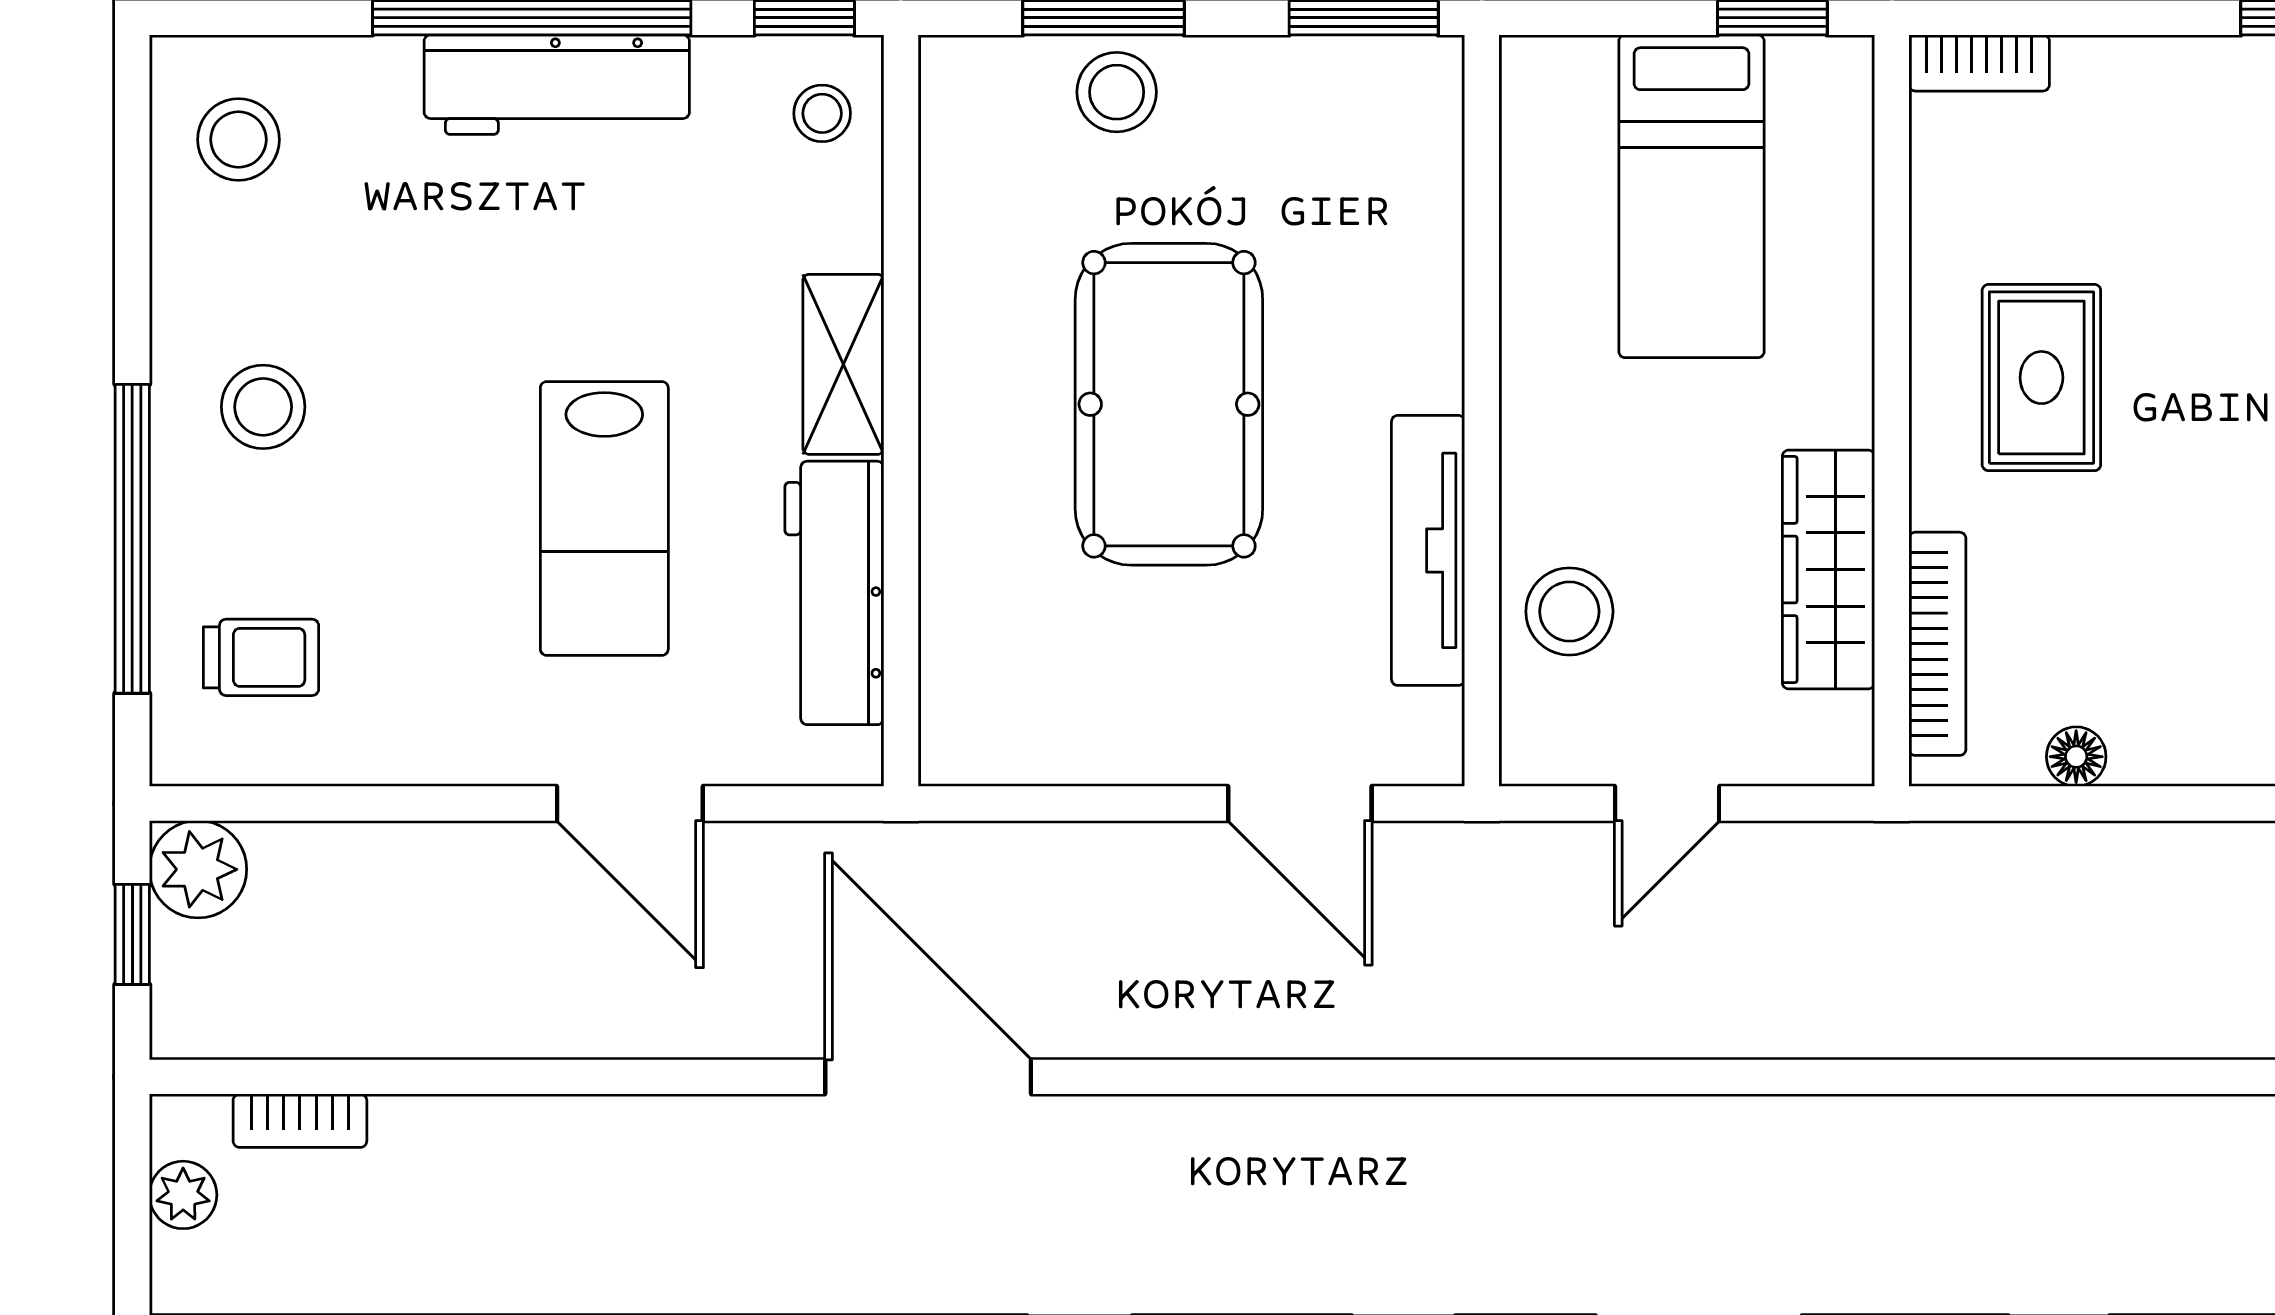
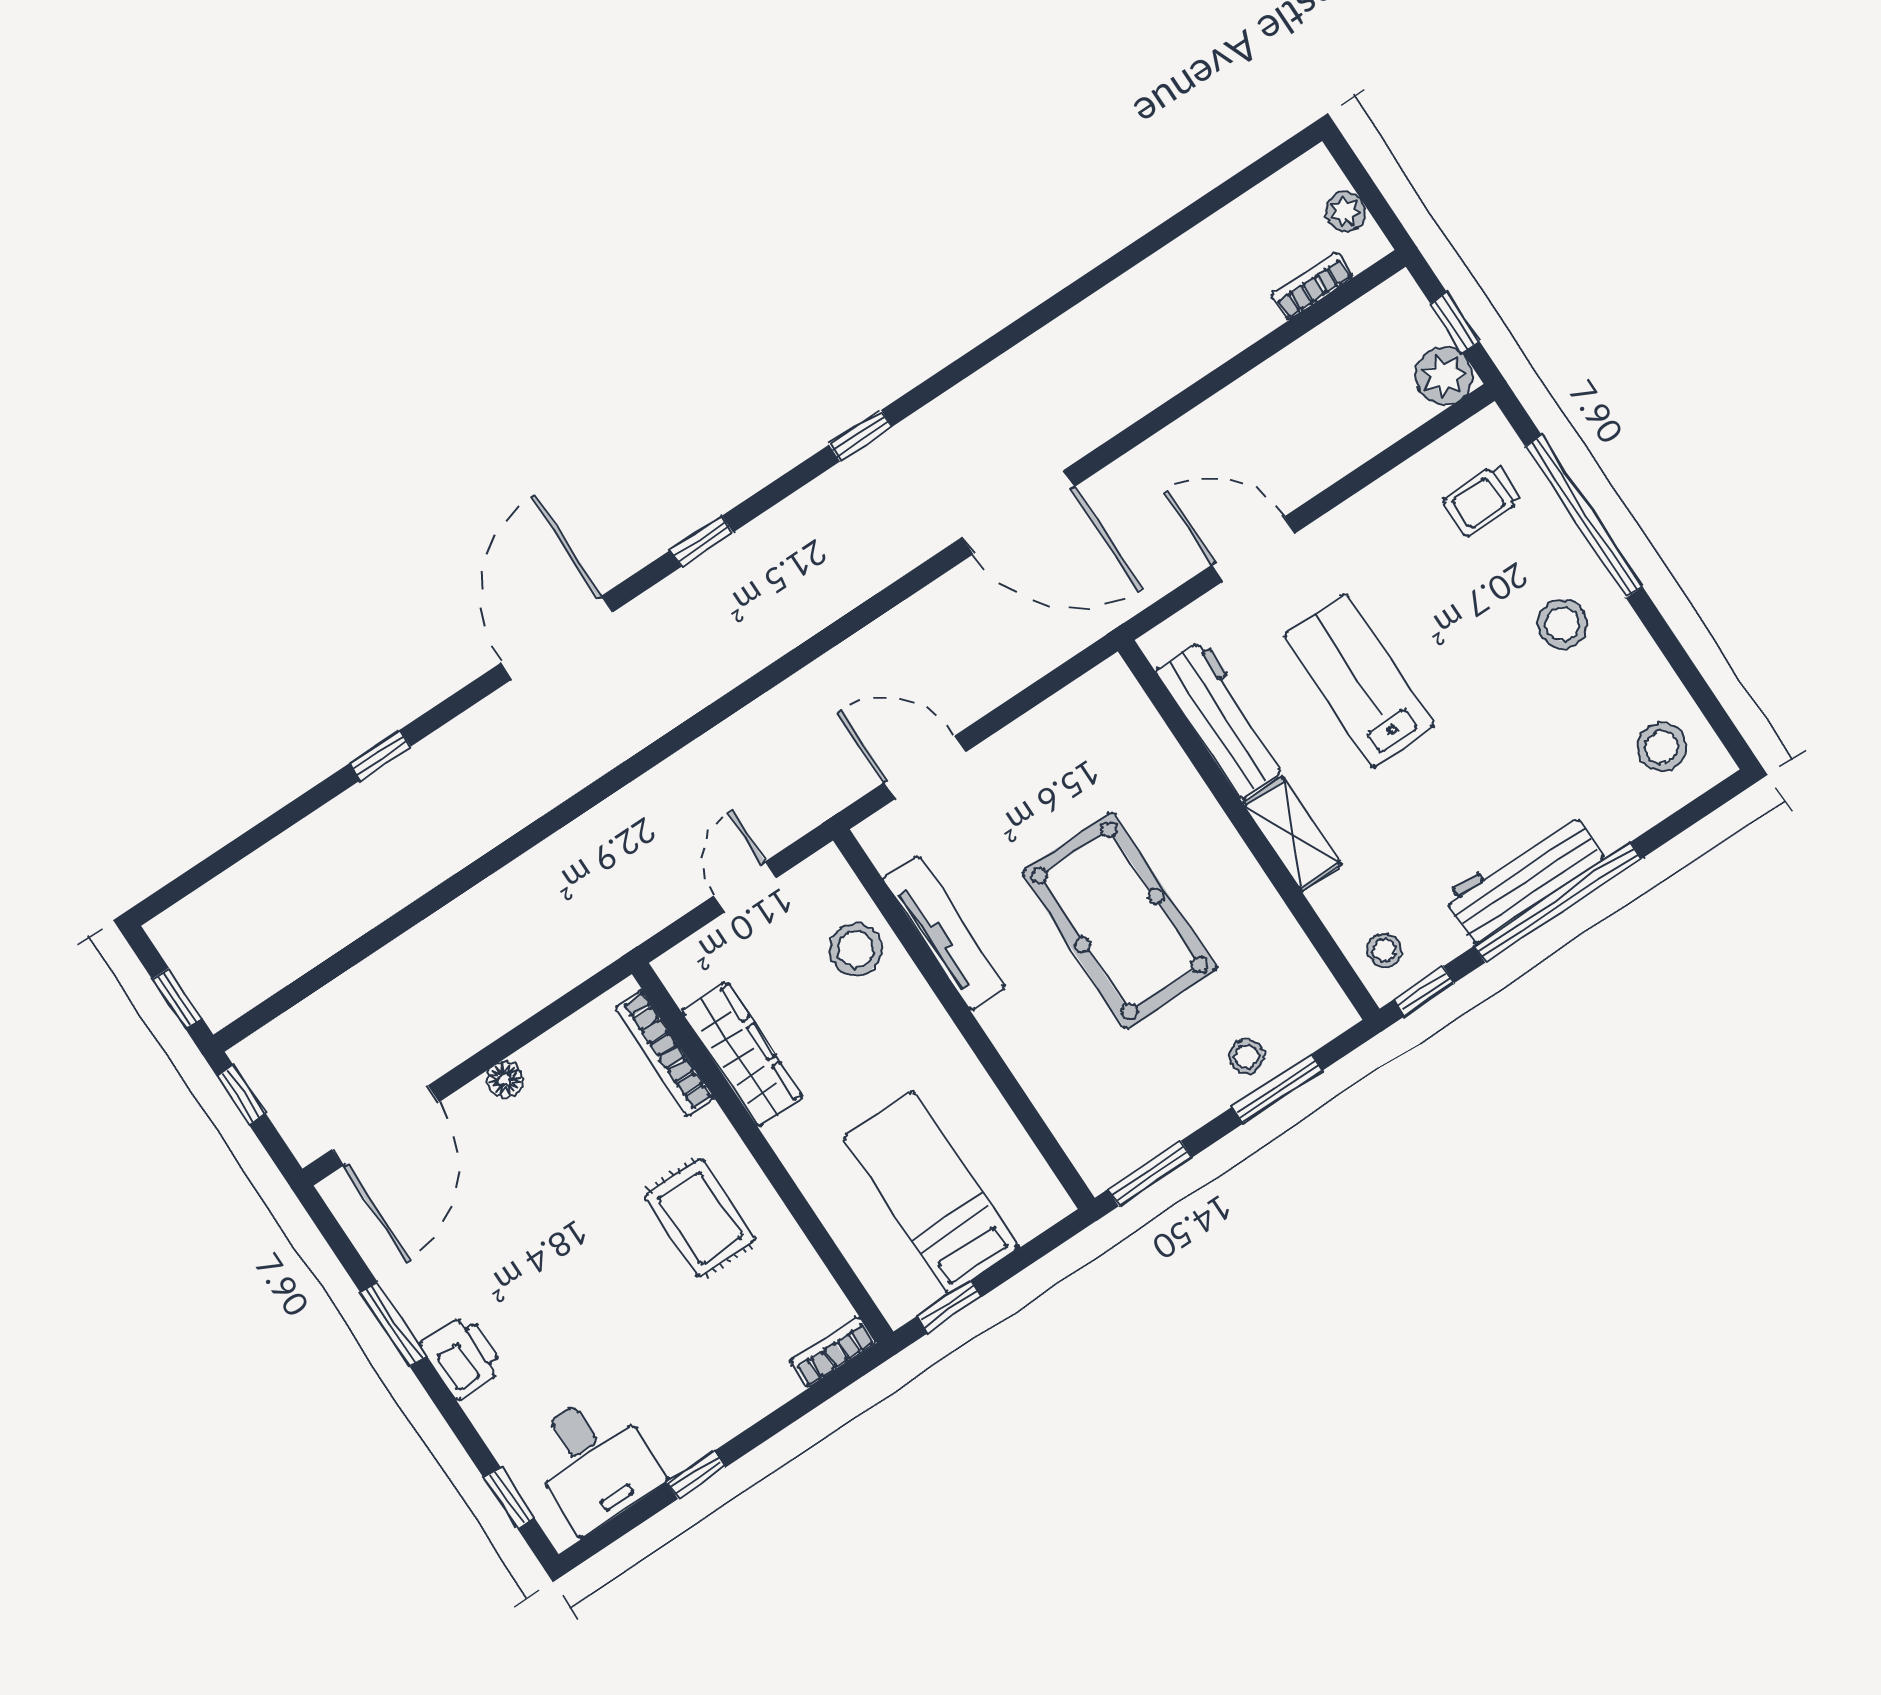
stool: (1117, 92) -> (1247, 1056), width x0.73, depth x0.73
floor lamp: (2076, 757) -> (505, 1080), moved

